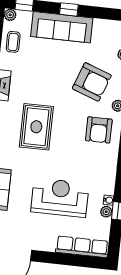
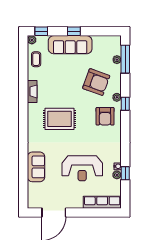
rug: (36, 127) -> (60, 119), turned 90
reception desk: (60, 198) -> (82, 168), turned 180

